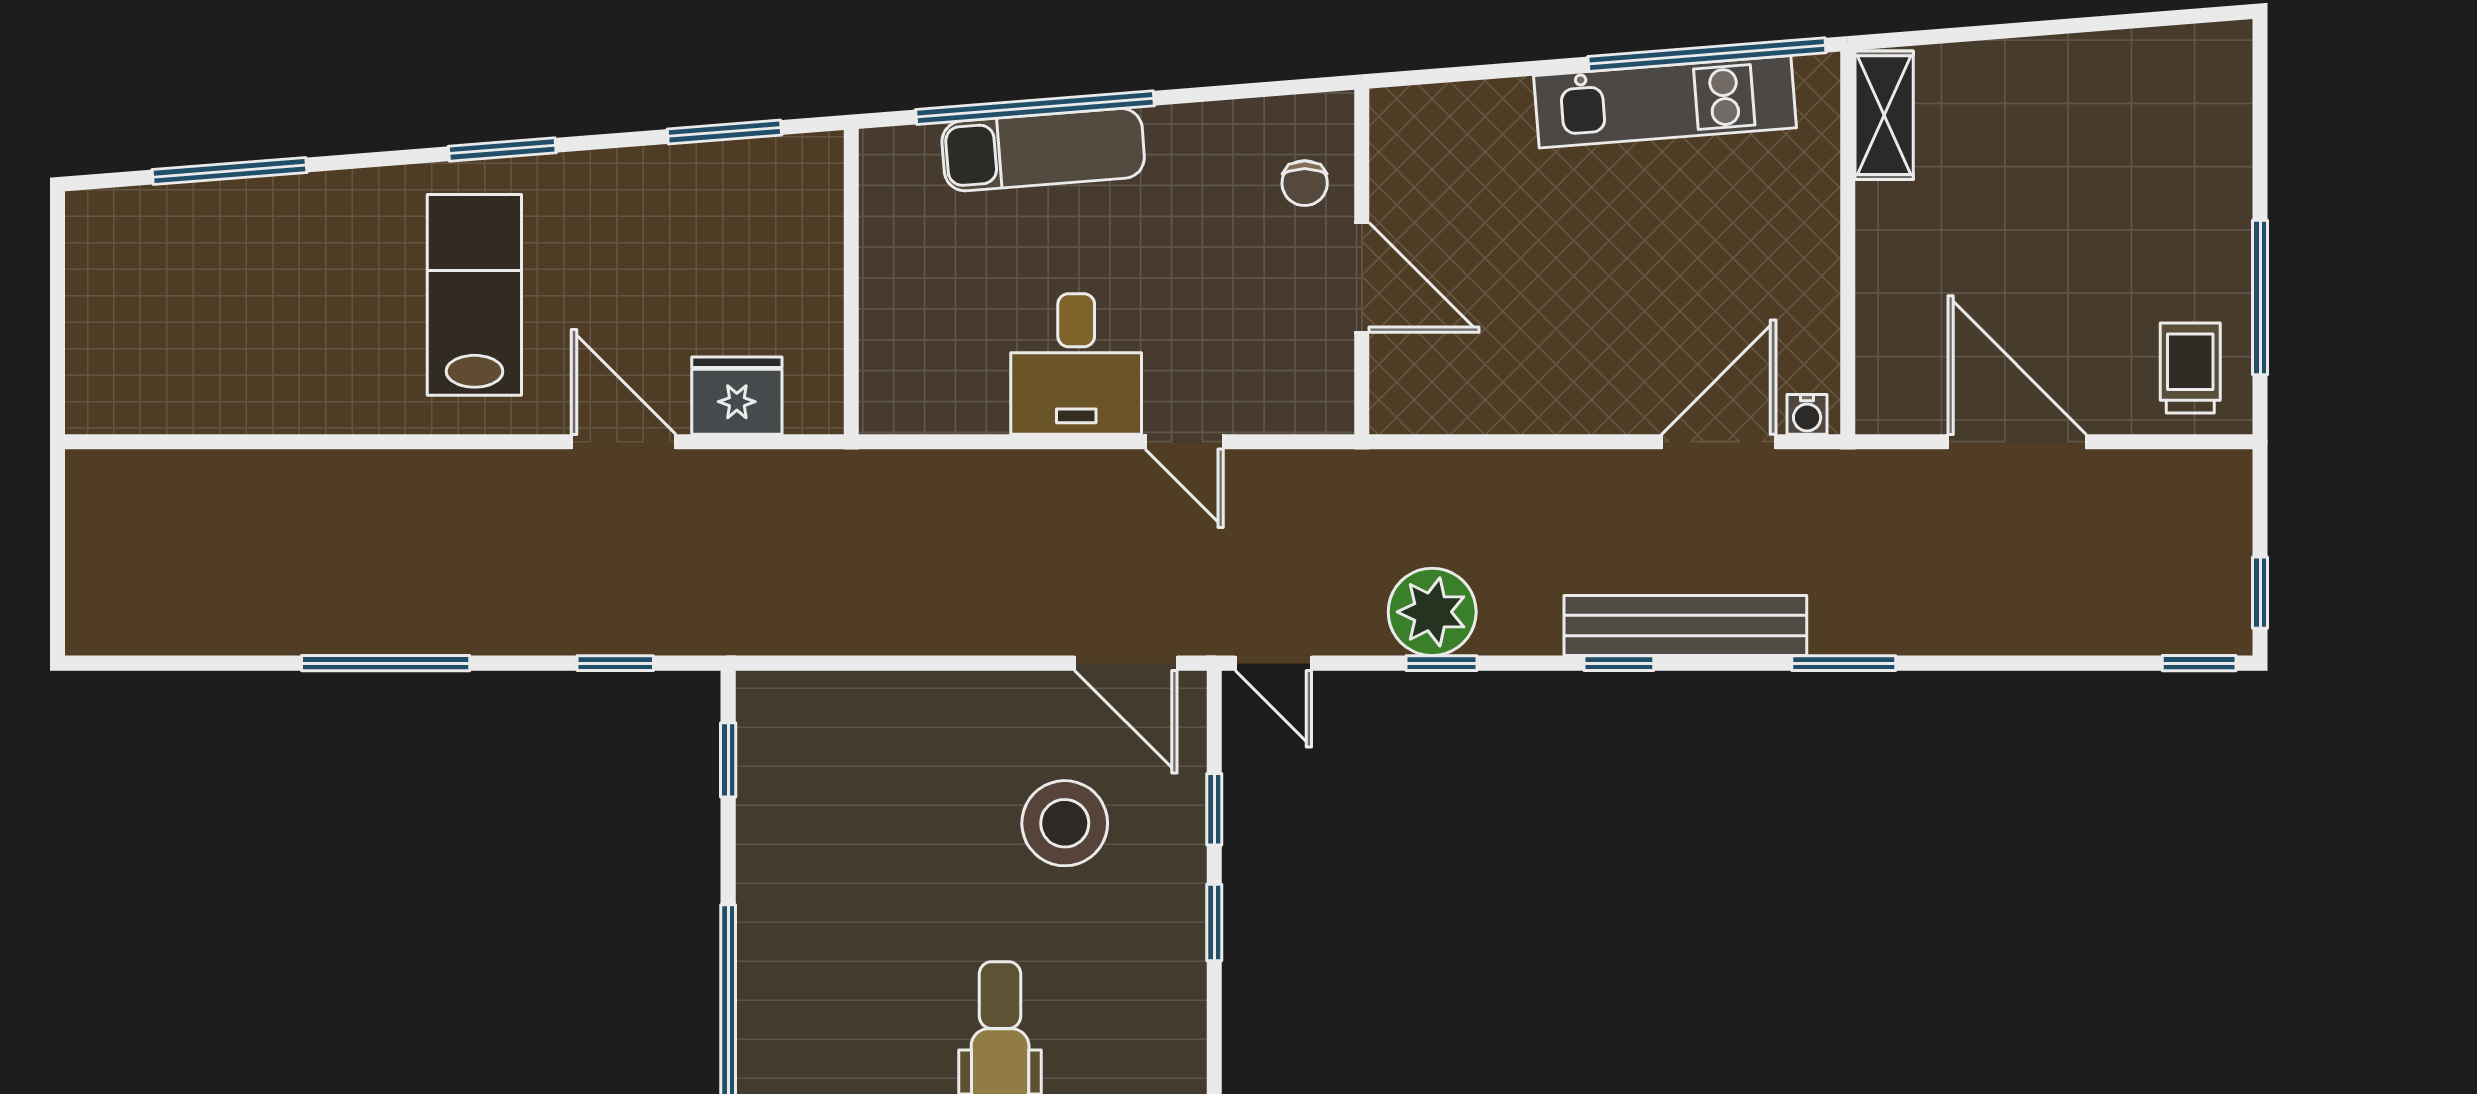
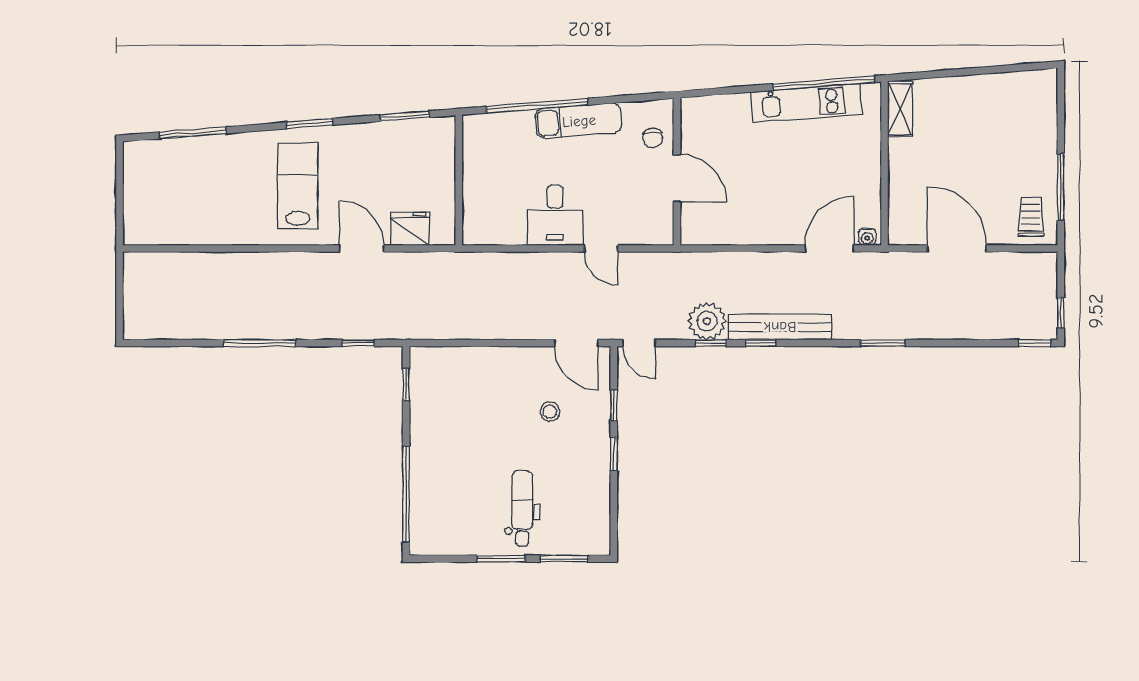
exam couch: (1043, 150) -> (579, 121), moved
bench: (1685, 626) -> (780, 327), moved
window: (1619, 663) -> (761, 343), moved
stool: (1065, 823) -> (550, 411), width x0.53, depth x0.53

